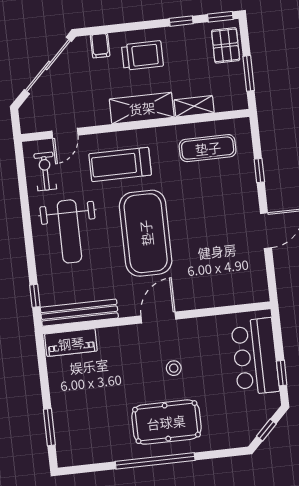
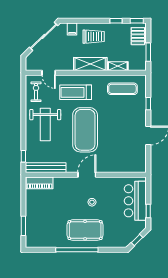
door: (65, 133) -> (49, 73), hinge flipped

